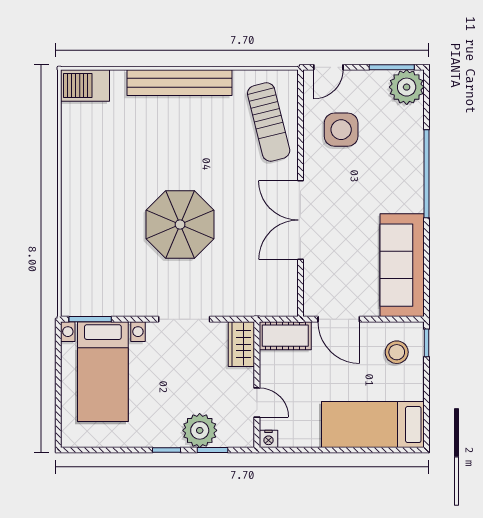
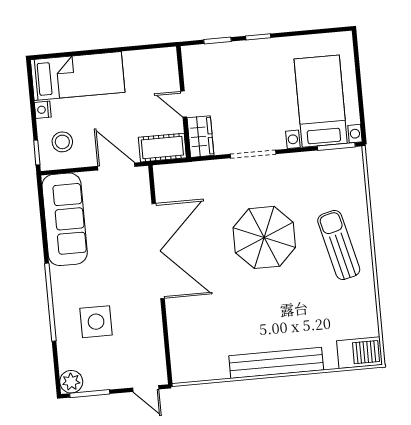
door: (328, 67) -> (146, 388), swing flipped
plant: (407, 87) -> (71, 382), width x0.73, depth x0.73
sun lounger: (269, 122) -> (339, 245), moved
side table: (341, 130) -> (96, 322), moved
double door: (300, 220) -> (158, 251), width x1.36
door: (257, 402) -> (184, 104), moved
plant: (200, 430) -> (230, 57), removed
nightstand: (269, 439) -> (43, 110), moved, turned -90

